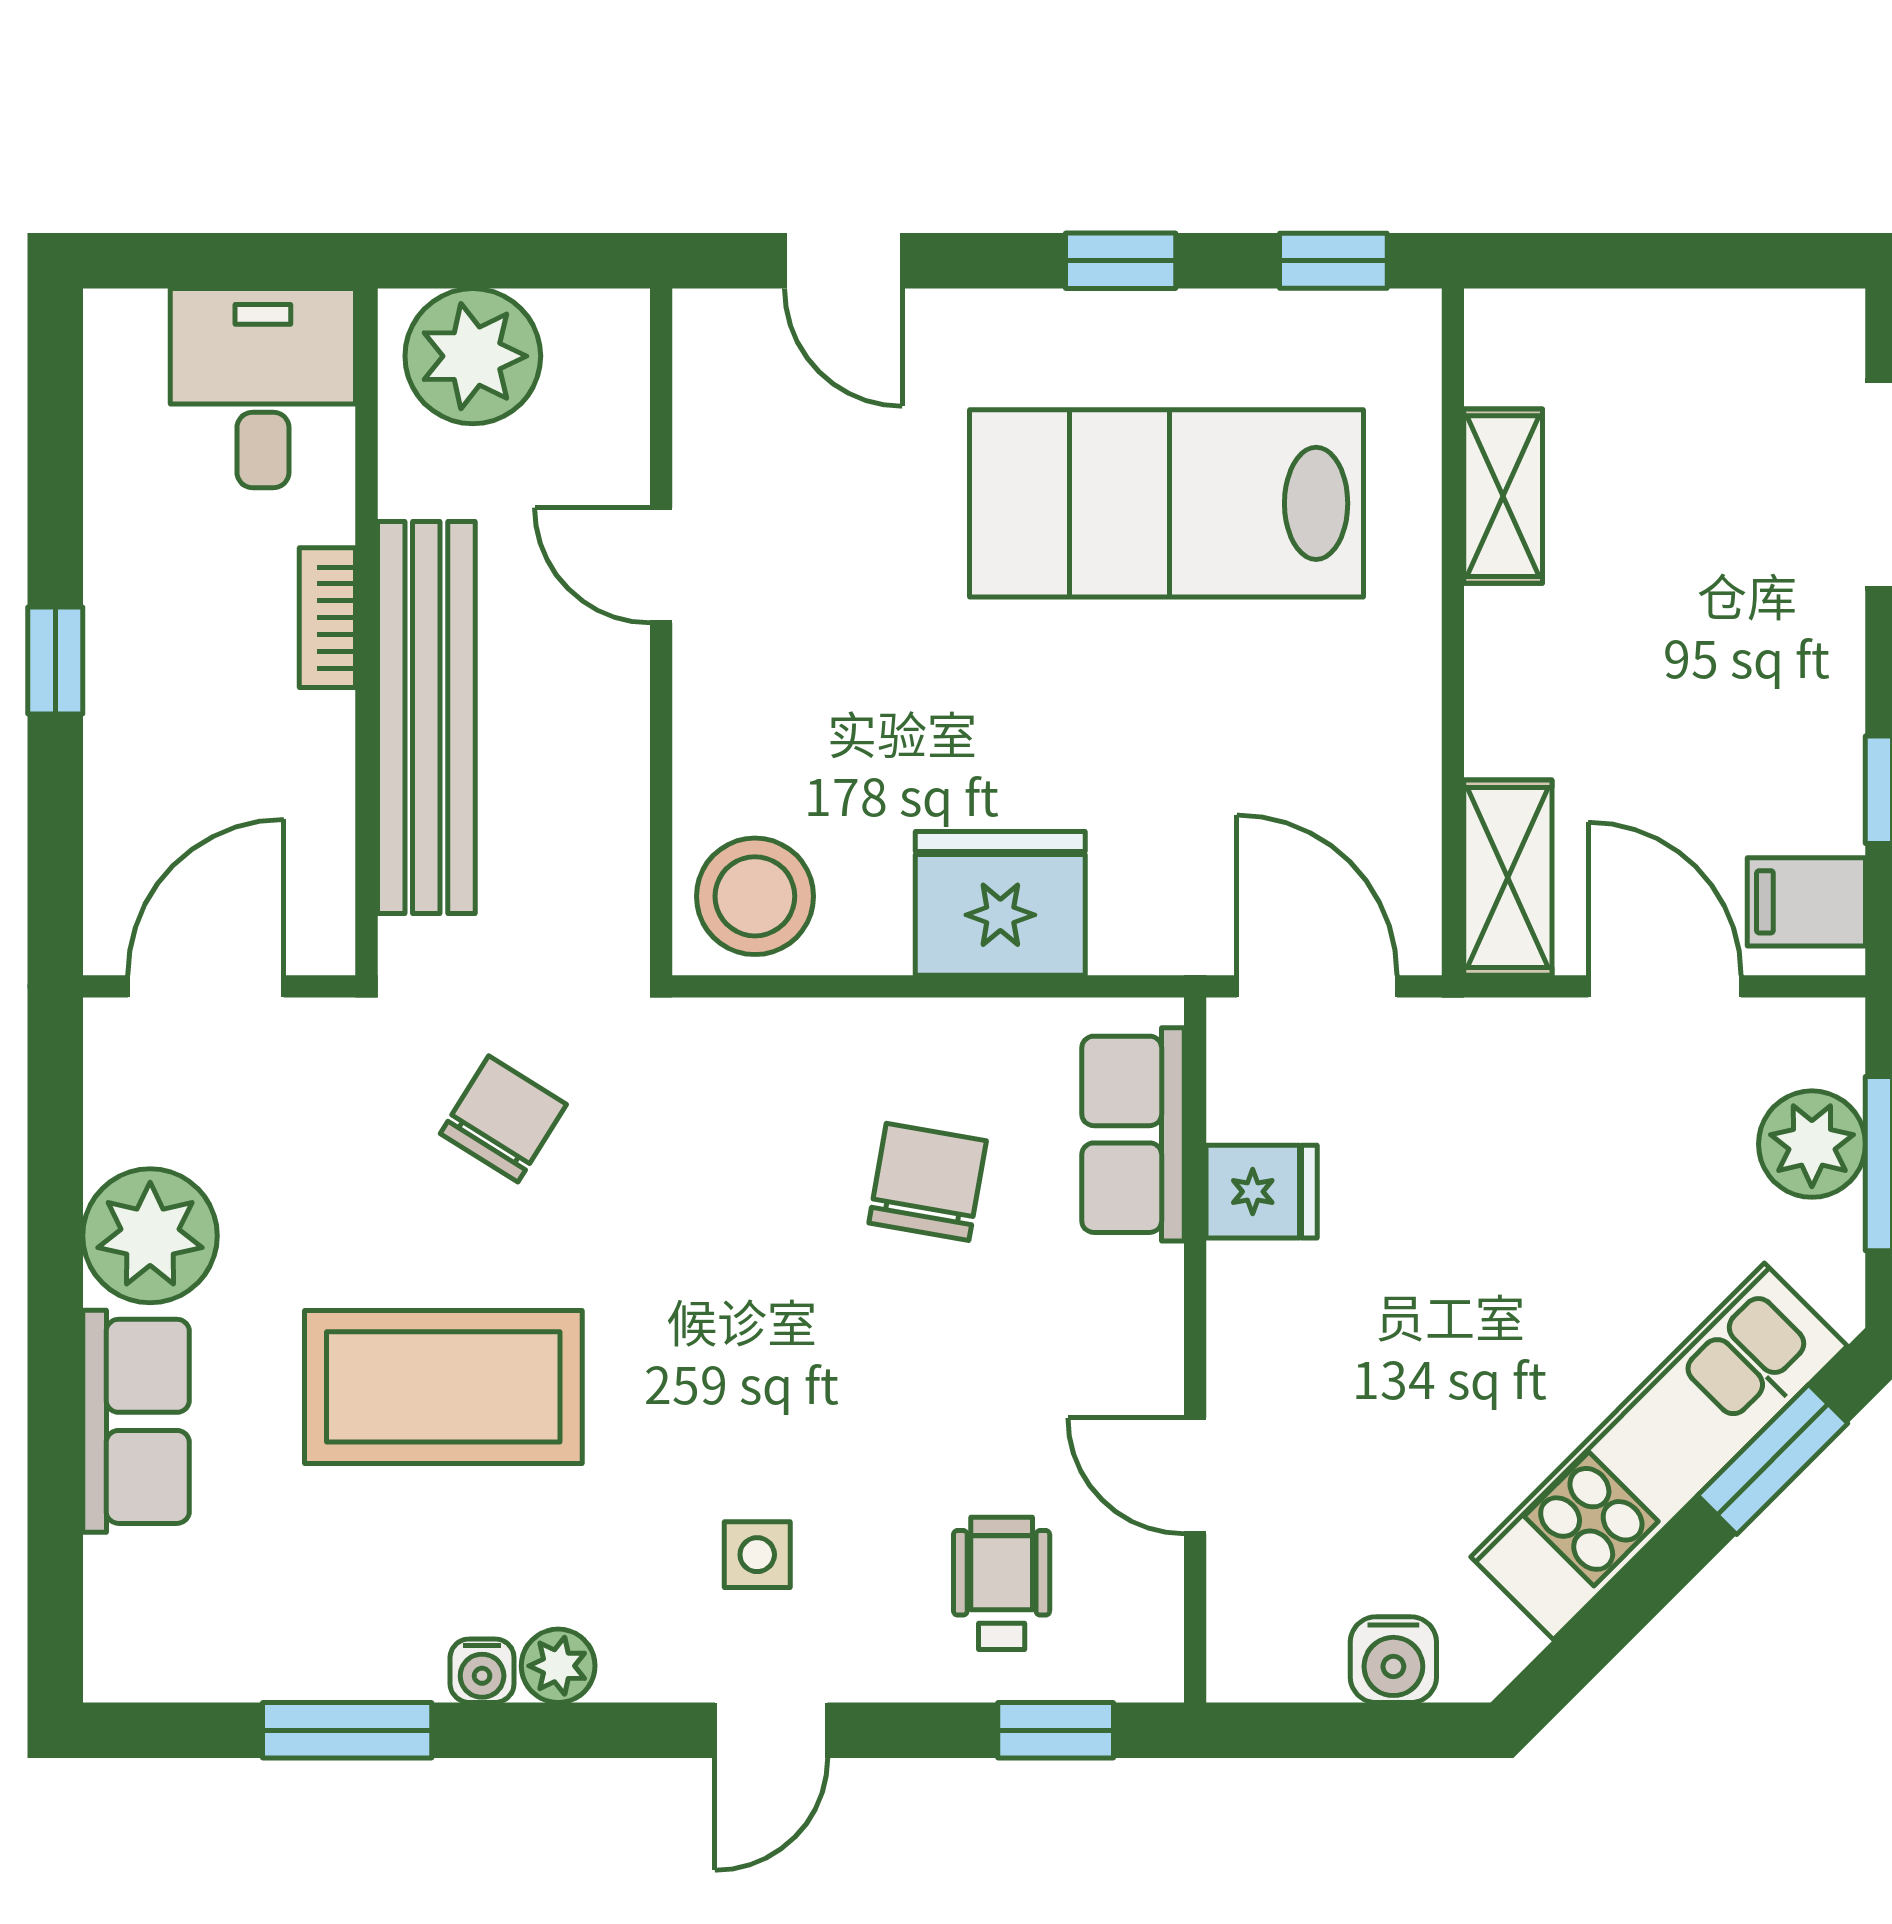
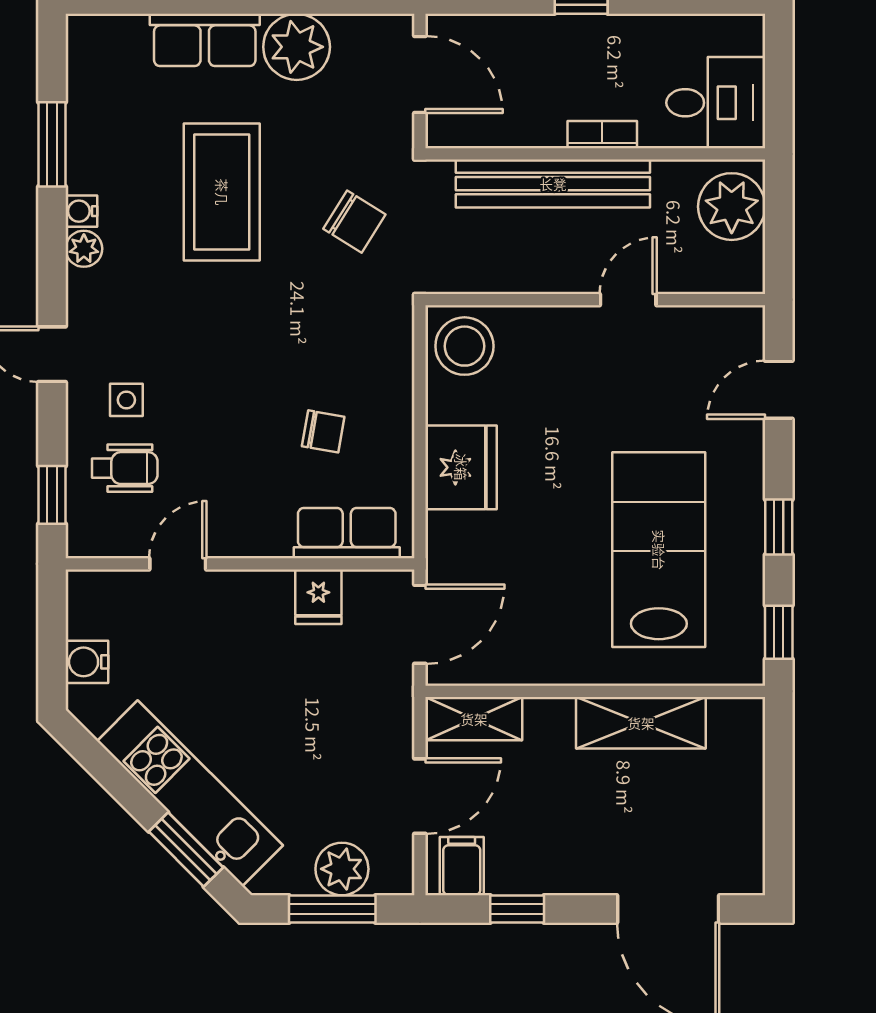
shelving: (1503, 496) -> (641, 723), width x1.50, depth x1.33
chair: (928, 1182) -> (323, 431), width x0.73, depth x0.73
side table: (757, 1555) -> (126, 400), moved

